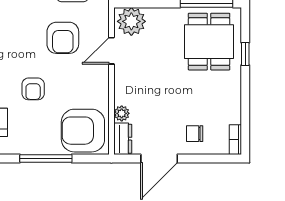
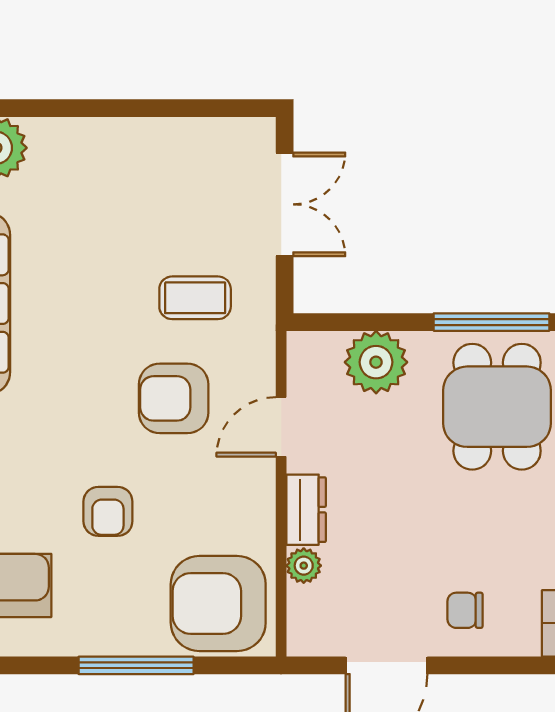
plant: (131, 21) -> (376, 362), moved
armchair: (63, 38) -> (174, 398), turned 90
dresser: (123, 139) -> (306, 510), moved

